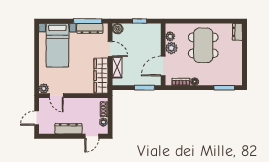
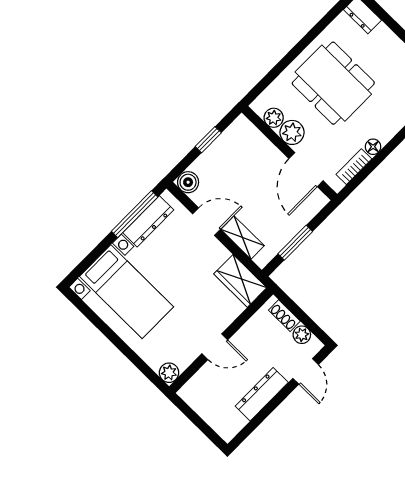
wardrobe: (101, 76) -> (240, 281), width x0.67
window: (144, 88) -> (295, 243), moved
door: (56, 96) -> (215, 347), moved
door: (37, 118) -> (201, 425), removed

